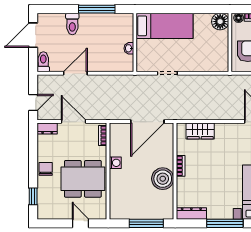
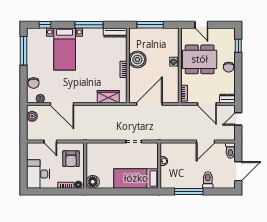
washing machine: (115, 163) -> (174, 62), moved

